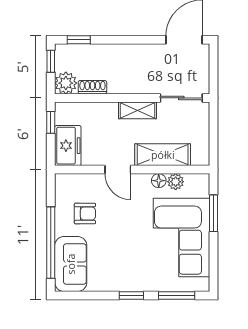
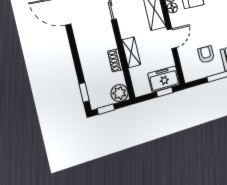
shoe rack: (92, 87) -> (115, 60), moved
shelving: (137, 110) -> (131, 52), moved
window: (51, 122) -> (165, 92), moved

